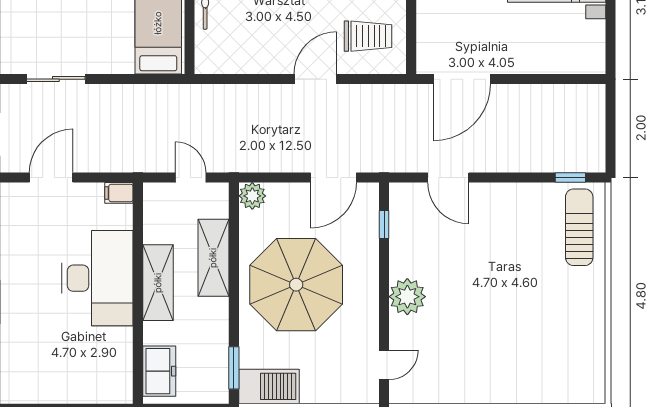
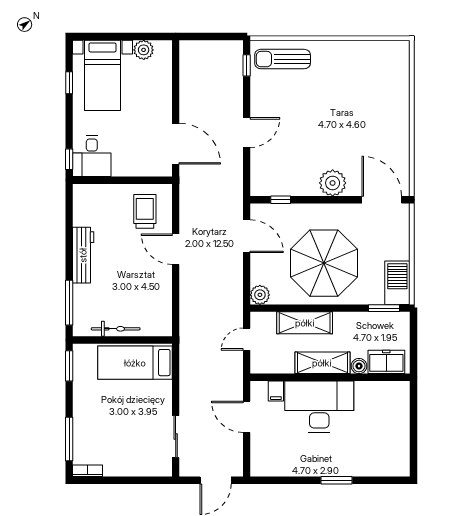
plant: (592, 34) -> (144, 50), added
door: (51, 177) -> (247, 417), moved
door: (448, 177) -> (247, 133), moved
filing cabinet: (119, 193) -> (276, 391), moved
boiler: (153, 333) -> (359, 366), added
door: (384, 365) -> (382, 200), width x1.88

